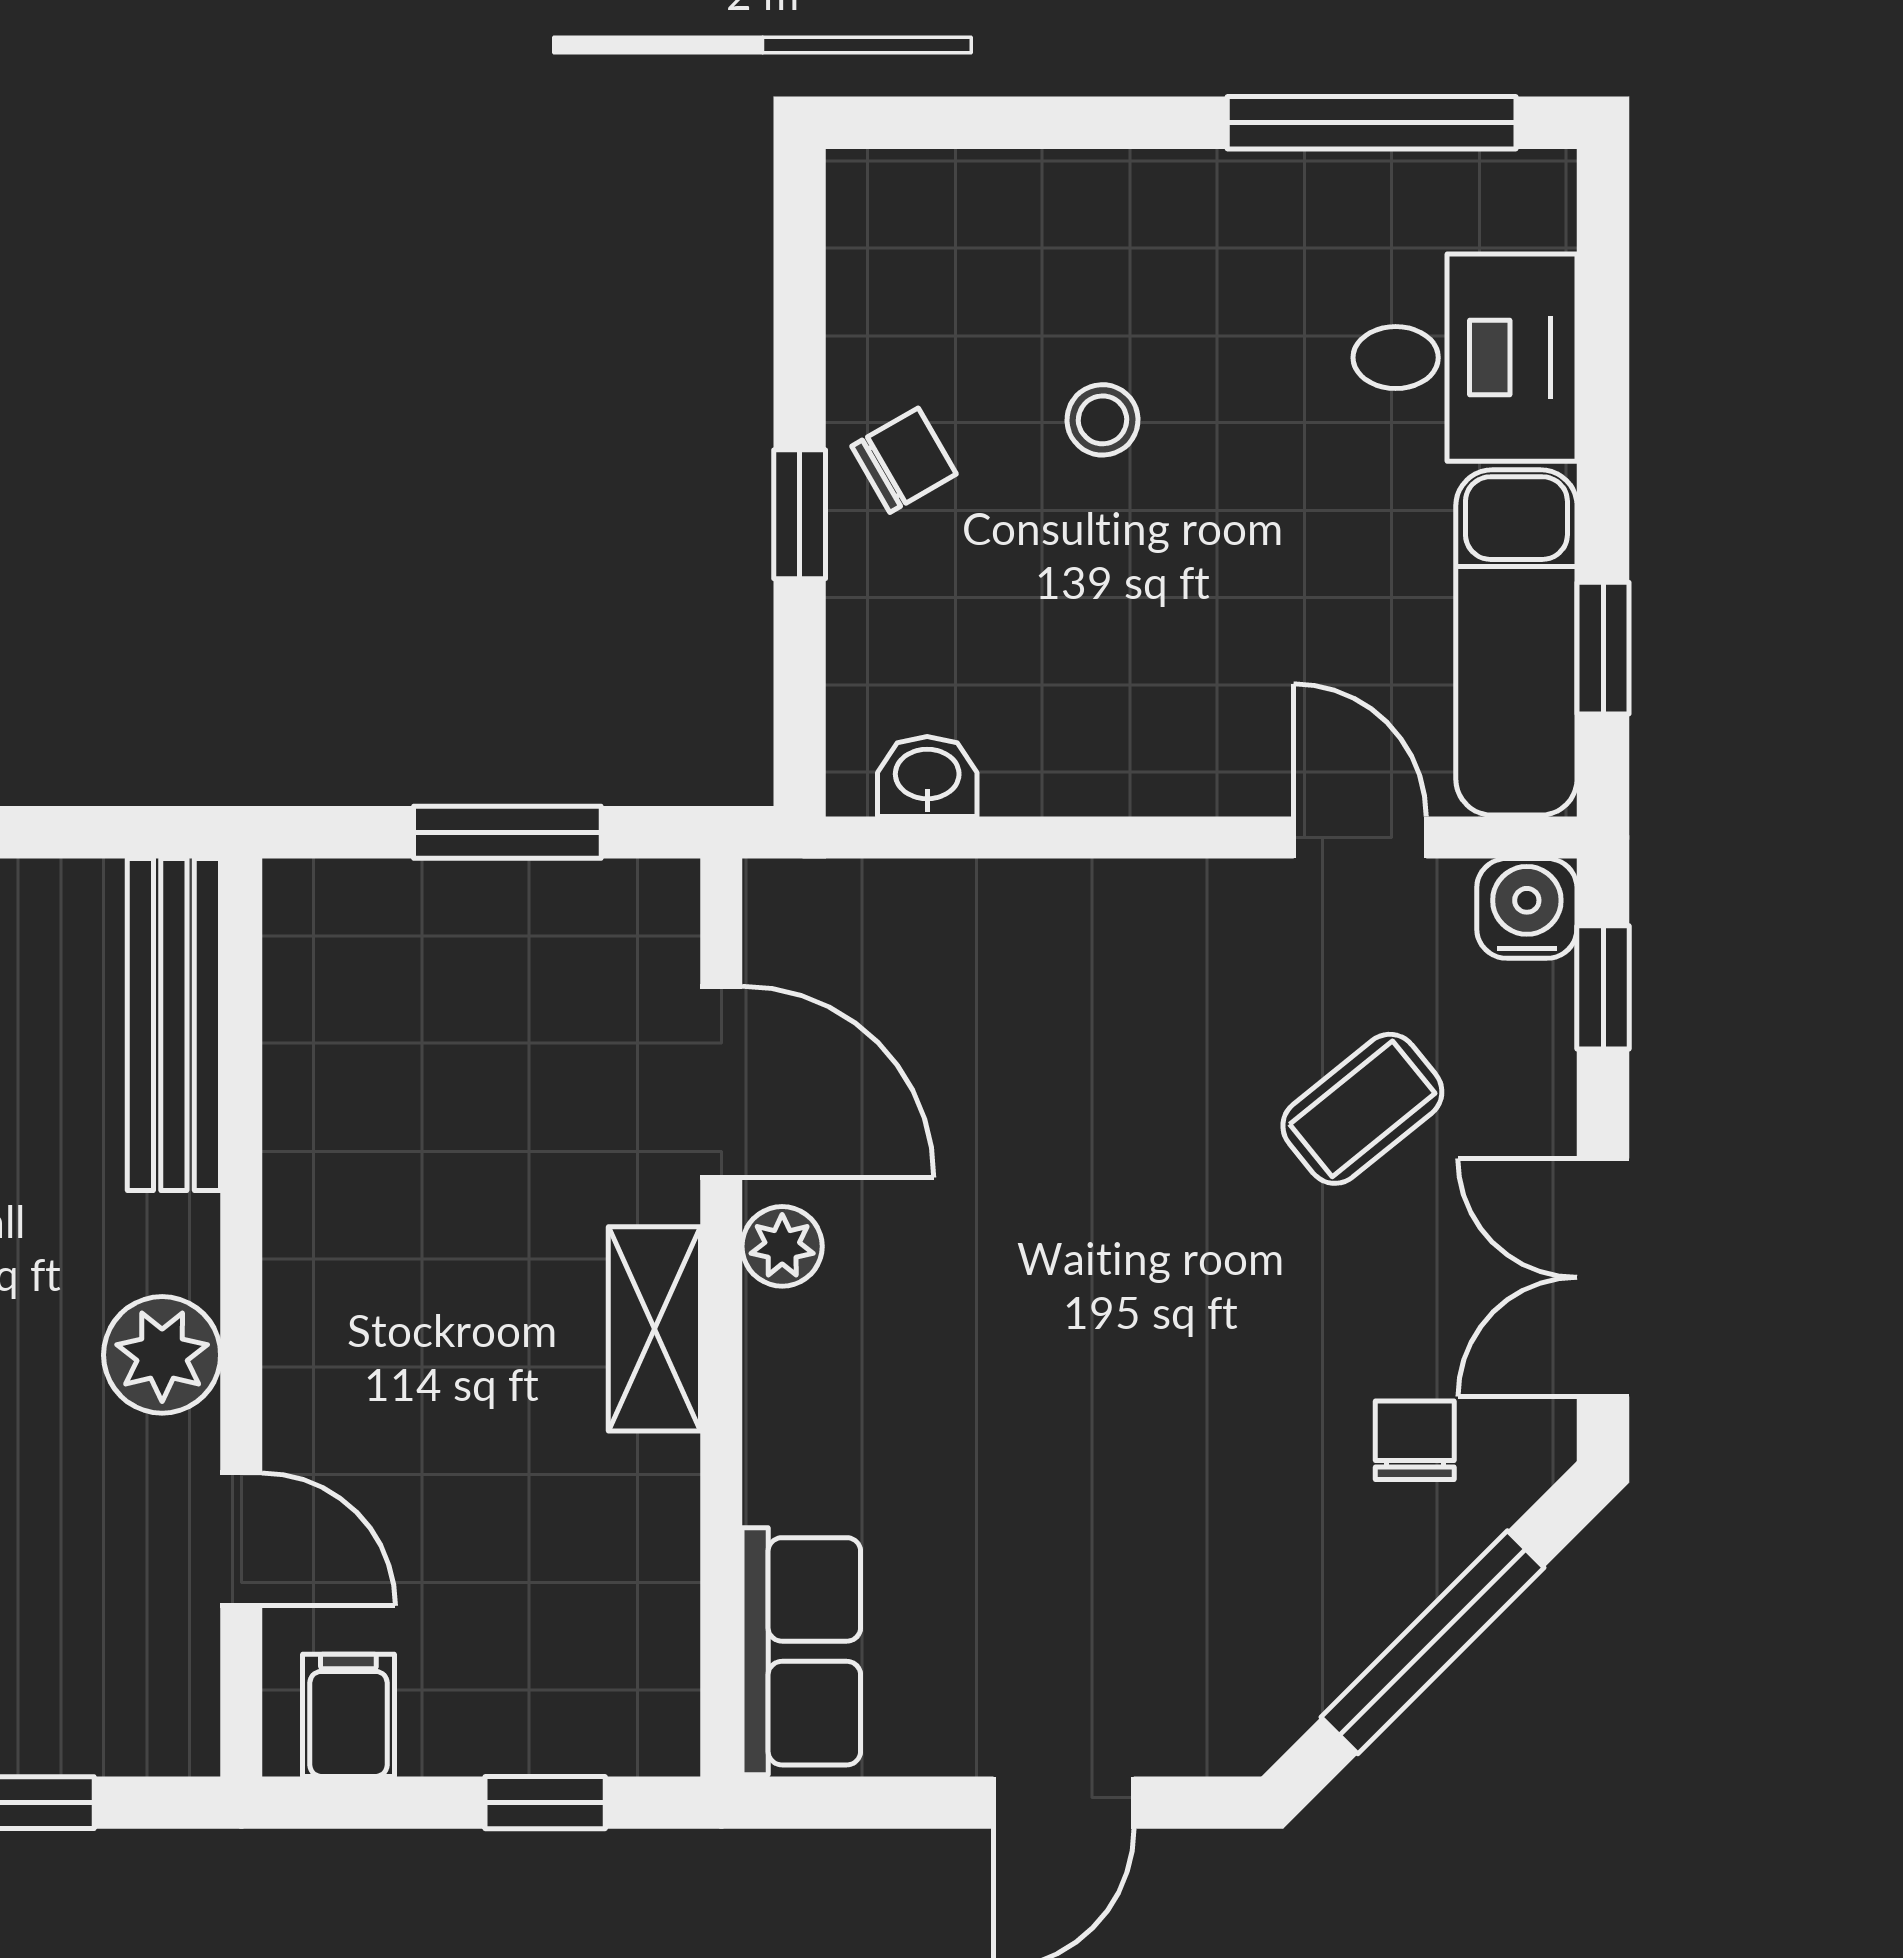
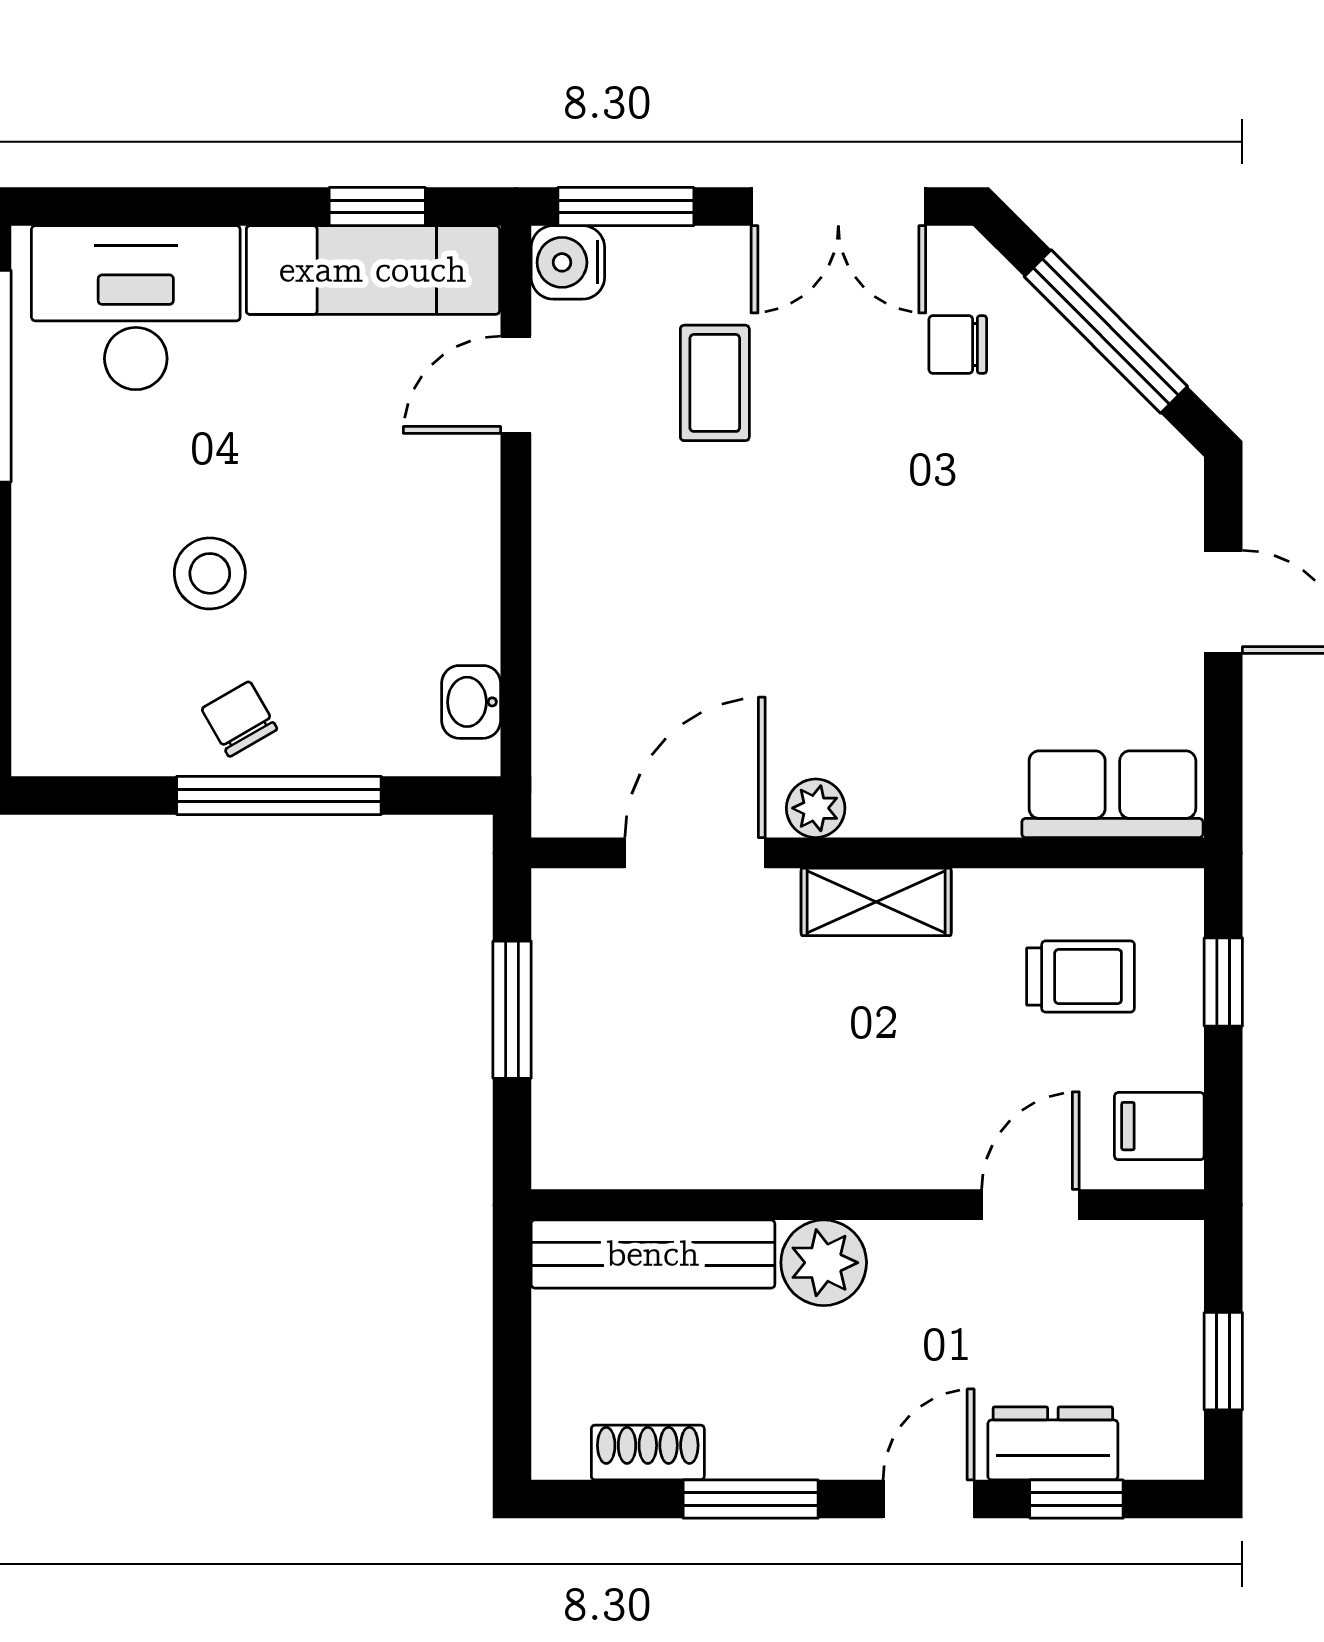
desk: (1465, 358) -> (136, 308), width x1.37
stool: (1103, 420) -> (210, 573), width x1.37, depth x1.37
window: (800, 514) -> (279, 795), width x2.17
window: (1603, 987) -> (626, 207), width x1.50
coffee table: (1362, 1109) -> (715, 383), turned 39
plant: (162, 1355) -> (824, 1263), moved
trolley: (553, 1608) -> (1081, 976), added

